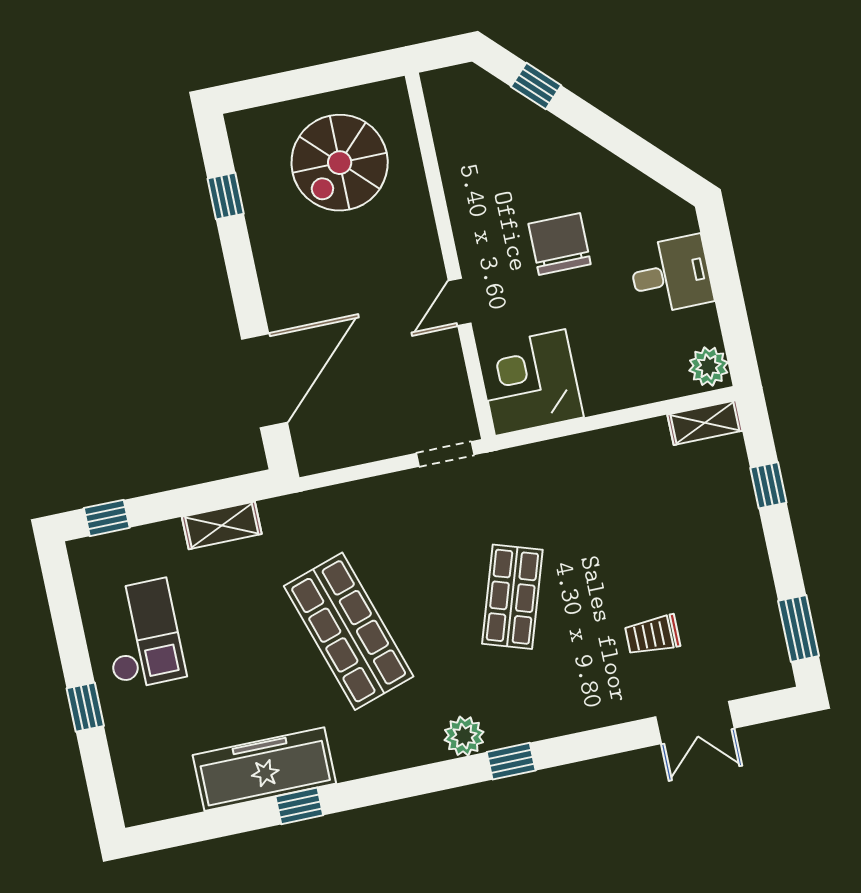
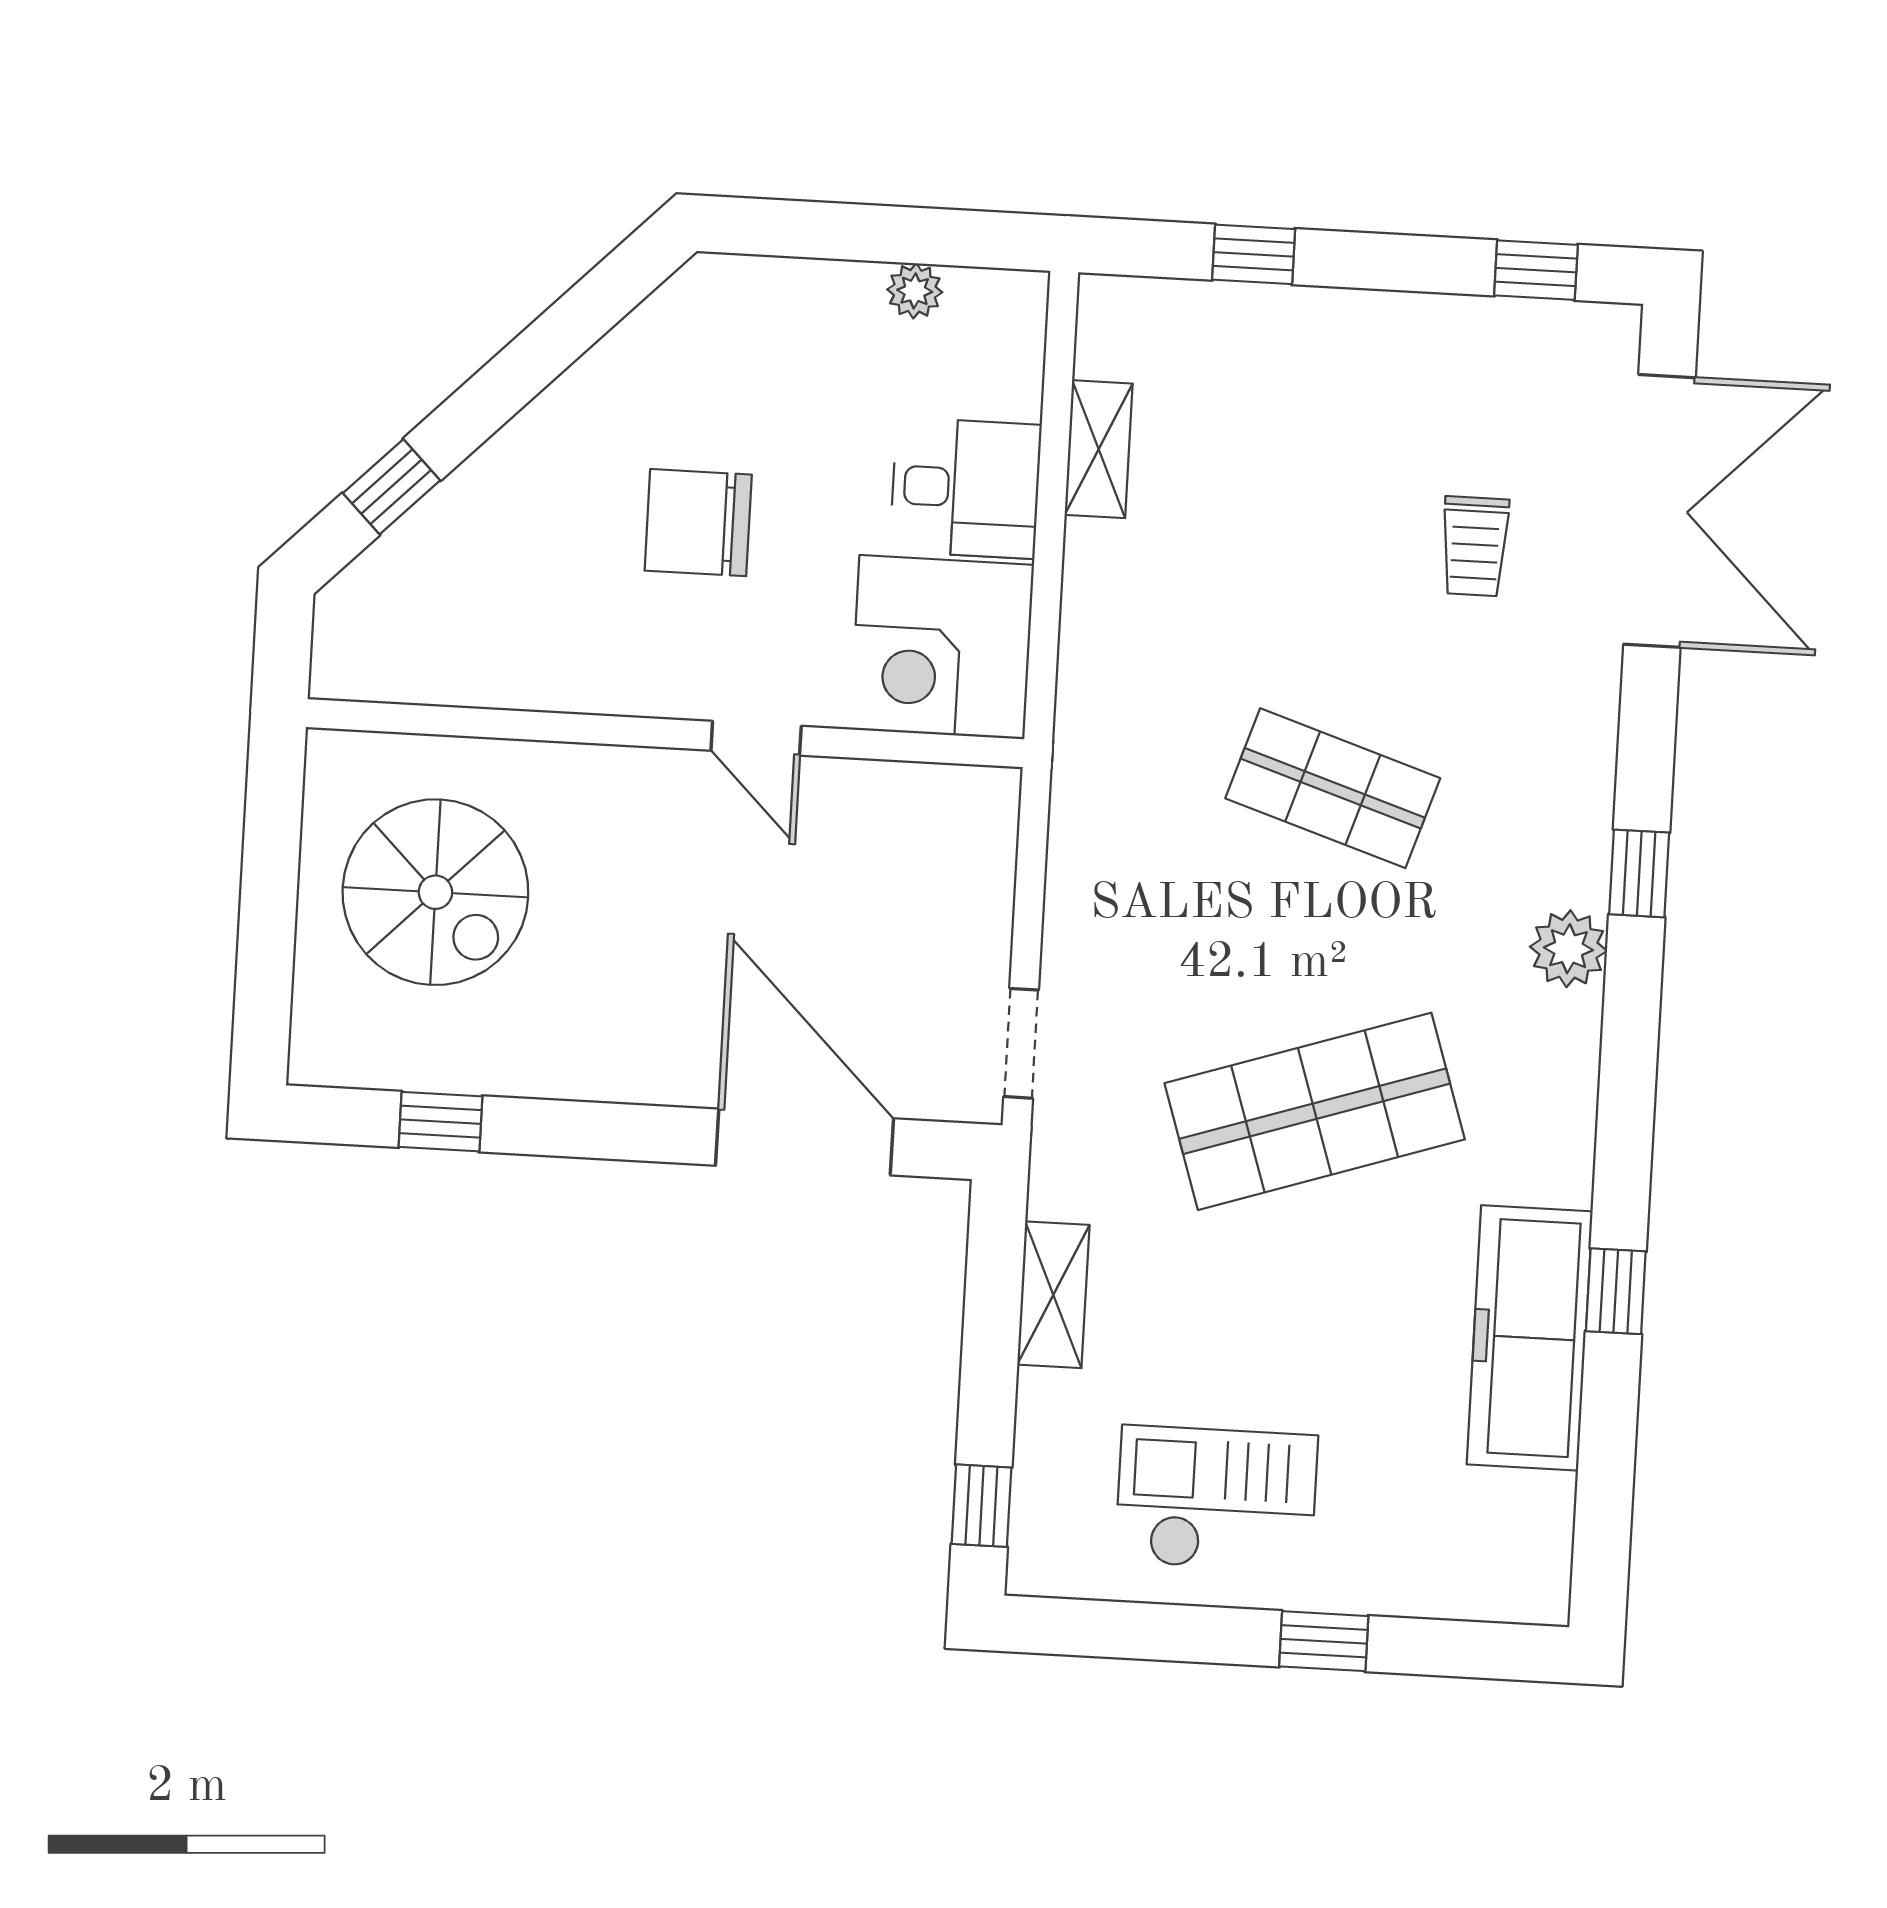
desk: (671, 275) -> (966, 488), moved, turned 90
plant: (709, 366) -> (915, 291), moved, width x0.73, depth x0.73
shelving: (705, 423) -> (1099, 449), moved
doorway: (445, 454) -> (1021, 1043), moved
window: (799, 628) -> (1536, 270), width x0.67
double door: (695, 723) -> (1659, 511), width x1.87

